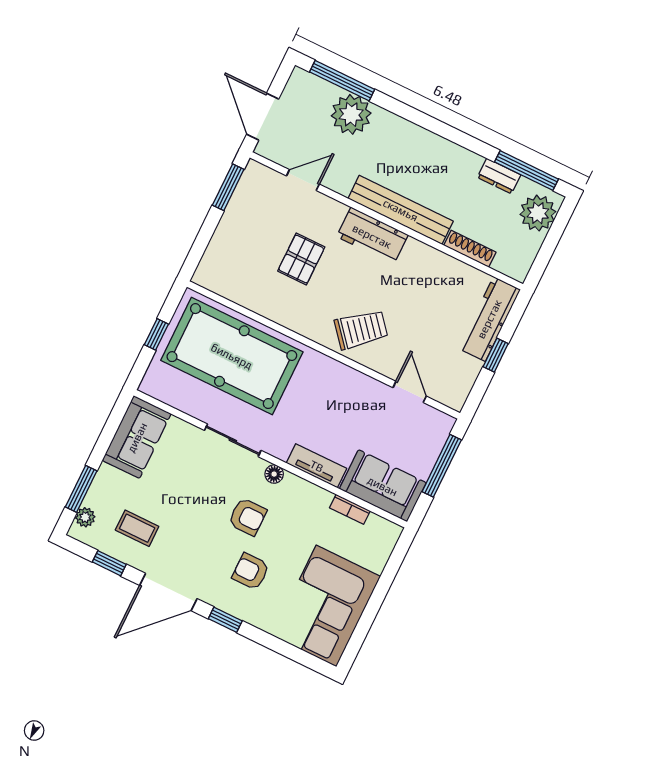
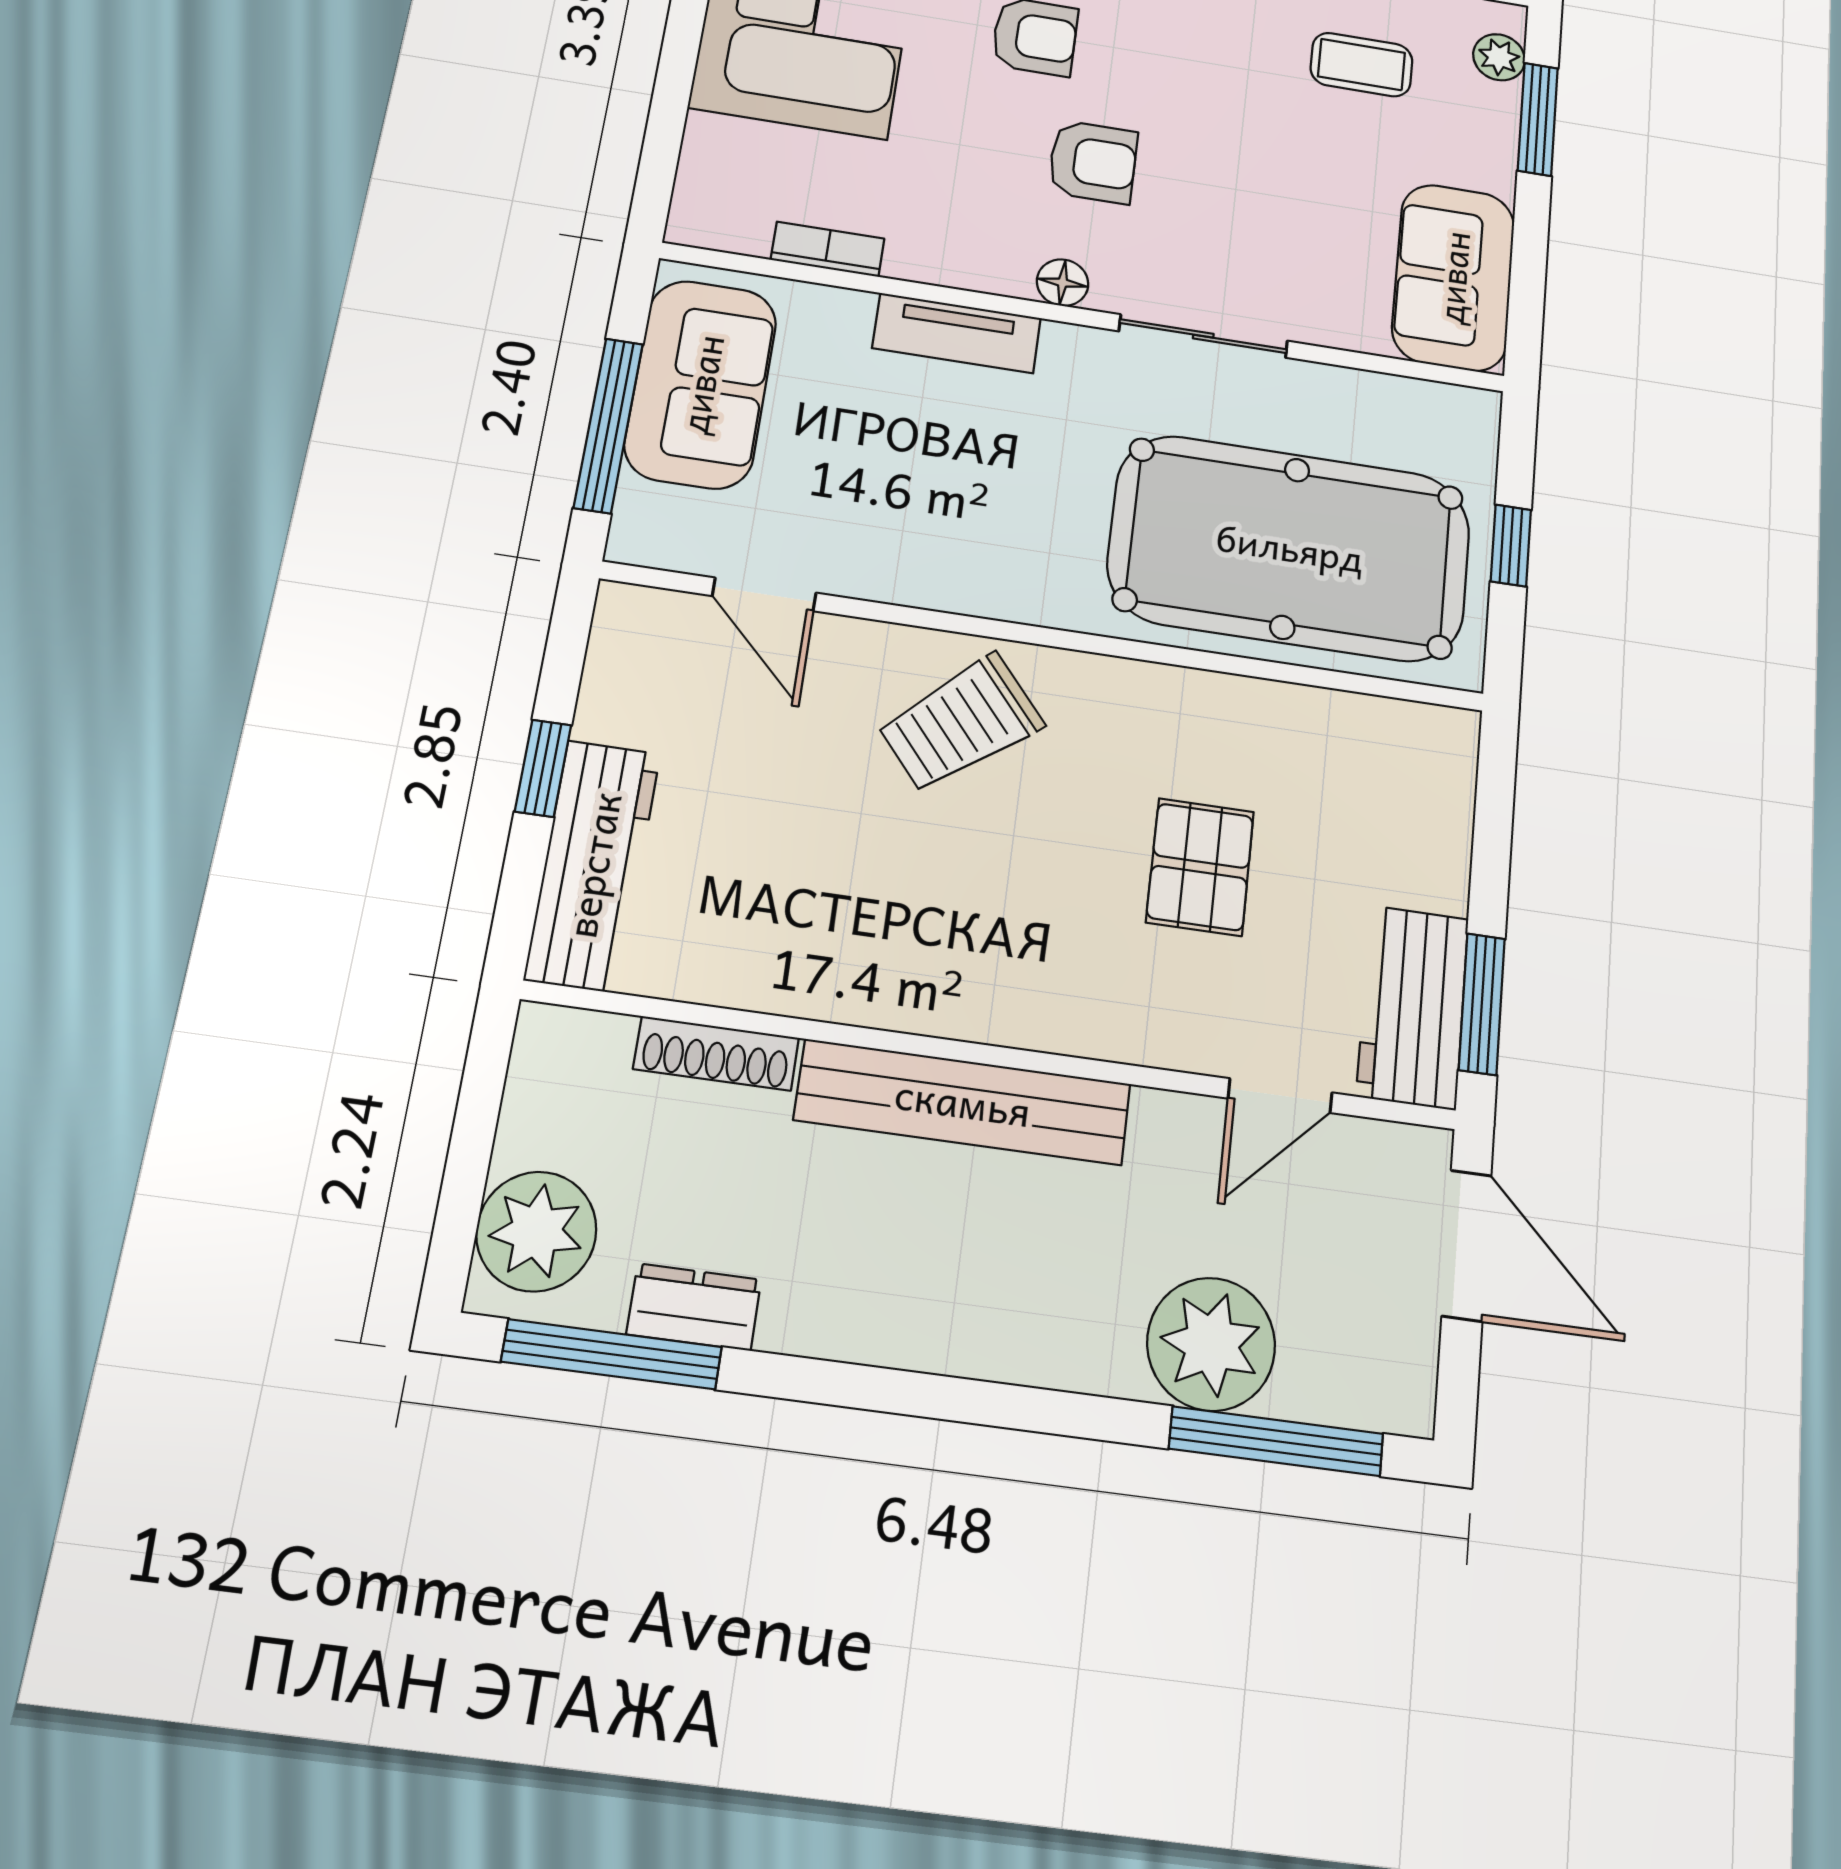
workbench: (372, 236) -> (1413, 1007), moved, turned -90
sofa: (383, 486) -> (701, 384), moved, turned -90
armchair: (247, 517) -> (1093, 162), turned 180

